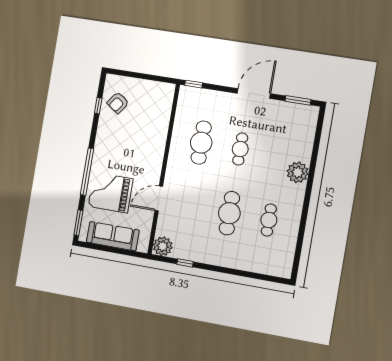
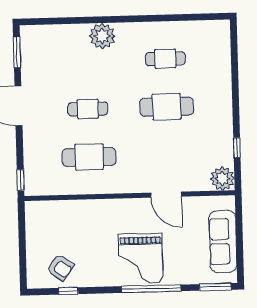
grand piano: (110, 193) -> (141, 258), moved

